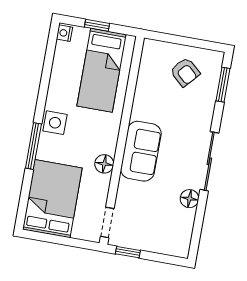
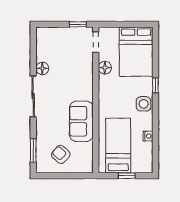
nightstand: (64, 33) -> (148, 136), moved
window: (33, 146) -> (155, 85), width x0.46
sofa: (141, 151) -> (81, 121), moved
floor lamp: (104, 164) -> (105, 68), moved

